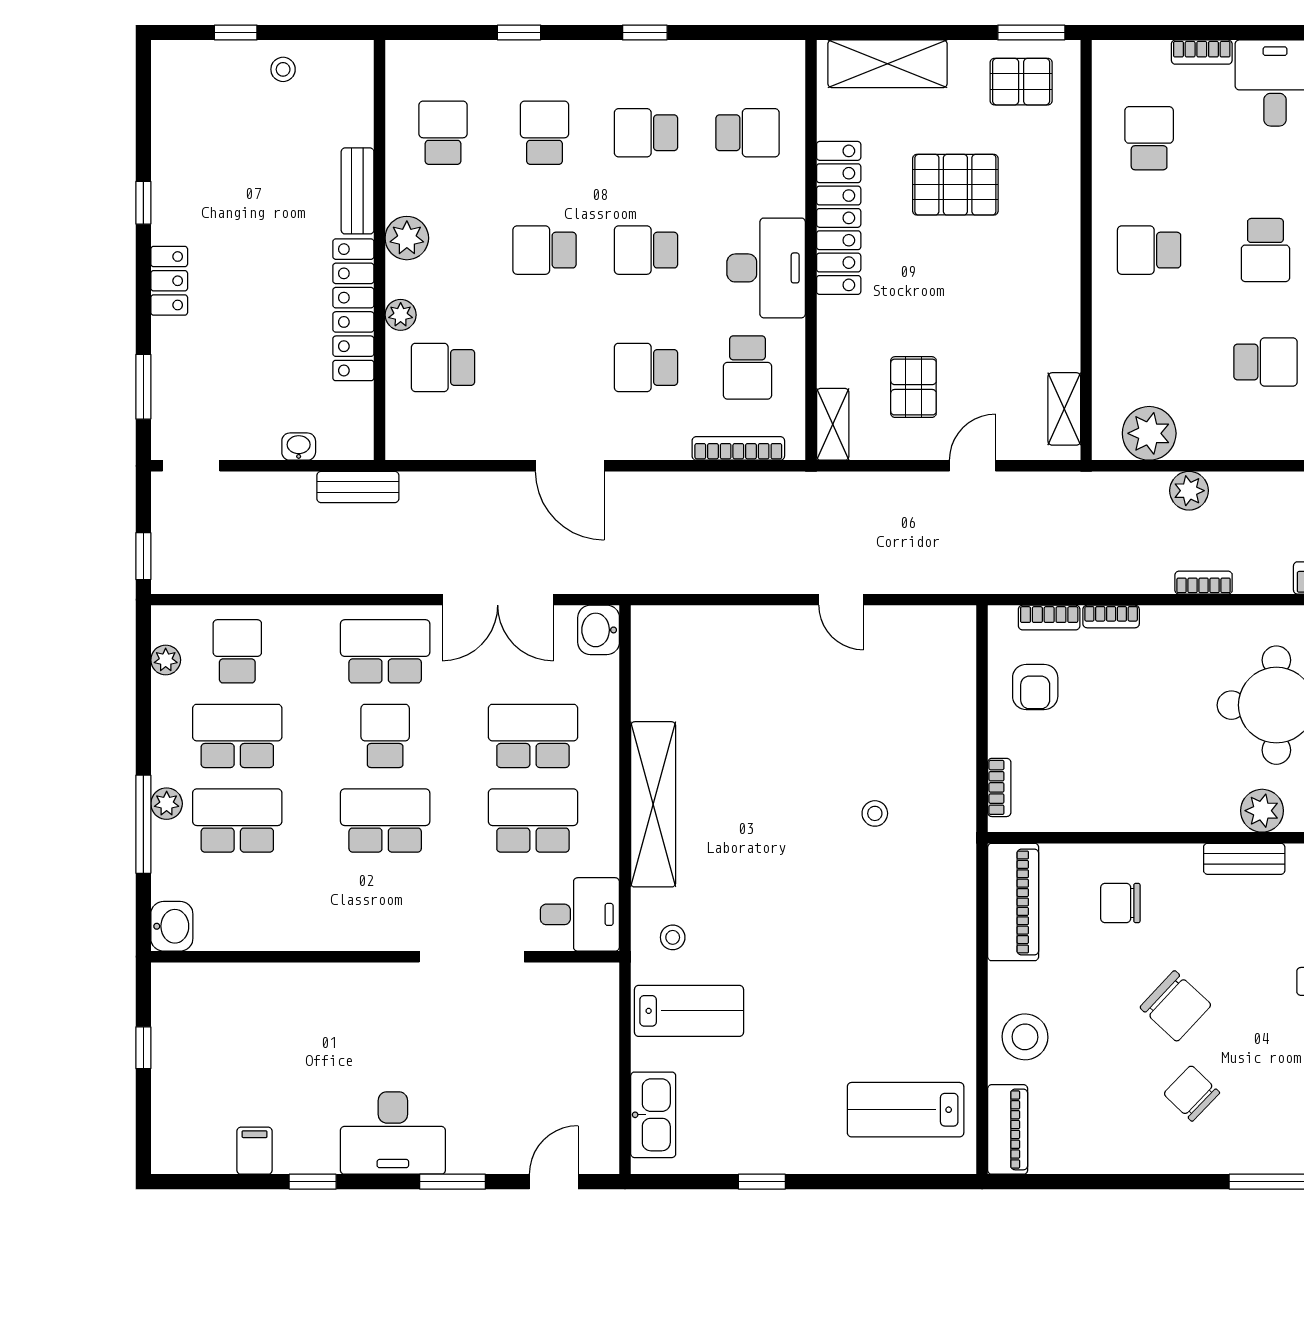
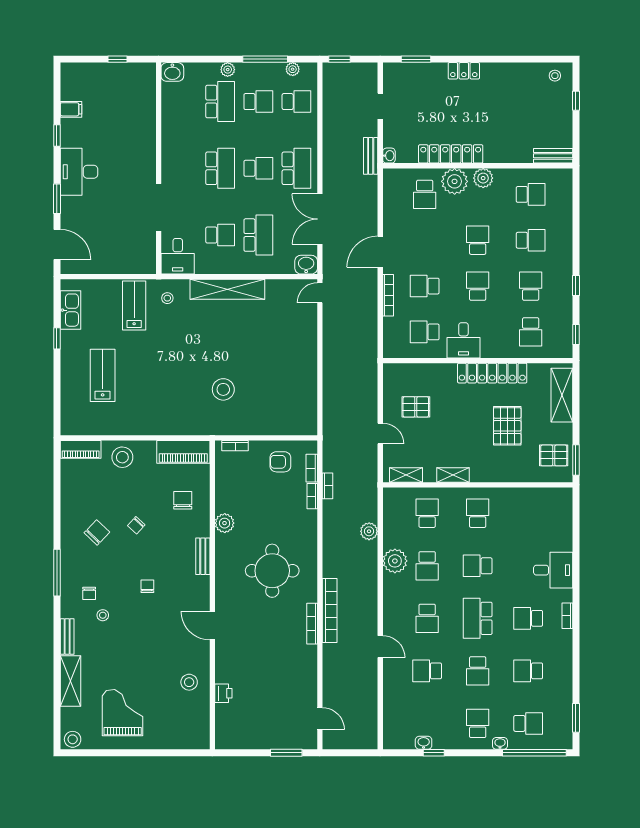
window: (519, 33) -> (576, 334), moved
bookcase: (1202, 52) -> (567, 537), removed
stool: (283, 69) -> (555, 76), moved
pallet: (1021, 82) -> (554, 455), turned 90
school desk: (1149, 138) -> (427, 513), moved, turned -90
bench: (358, 191) -> (553, 156), moved
window: (143, 203) -> (499, 59), removed
desk: (766, 268) -> (463, 340), width x0.73
plant: (401, 315) -> (455, 181), width x1.88, depth x1.88
school desk: (443, 367) -> (425, 194), turned 180
school desk: (646, 367) -> (425, 286), turned -90
shelving: (833, 424) -> (453, 475), moved
plant: (1149, 433) -> (395, 561), moved
washbasin: (299, 447) -> (389, 156), moved
bookcase: (738, 448) -> (388, 295), moved
doorway: (191, 466) -> (380, 106), moved
bookcase: (1204, 583) -> (327, 486), moved
door: (841, 600) -> (320, 293), moved
school desk: (237, 736) -> (258, 102), width x0.54
plant: (1262, 811) -> (225, 523), moved
stool: (875, 813) -> (223, 389), width x1.89, depth x1.89
school desk: (533, 820) -> (220, 235), width x0.54
window: (143, 824) -> (265, 59), moved
chair: (1176, 1006) -> (136, 525), width x0.54, depth x0.54
lab bench: (689, 1011) -> (134, 305), turned 180
lab bench: (906, 1110) -> (103, 375), moved
kitchen sink: (653, 1115) -> (71, 310), moved, turned -90
door: (554, 1182) -> (57, 244), width x1.37

